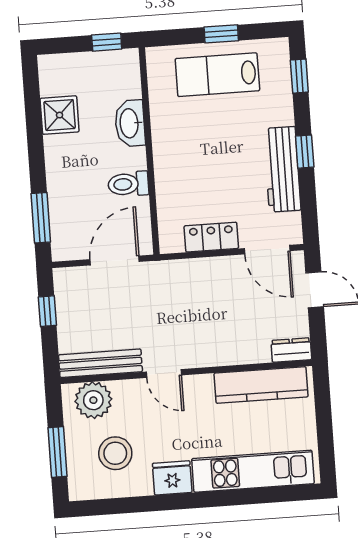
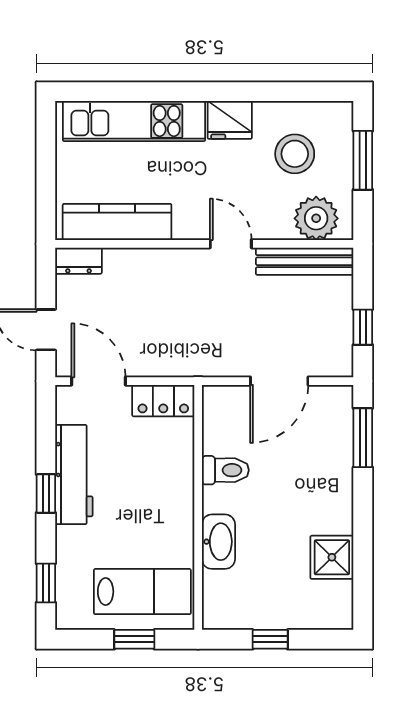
washbasin: (130, 123) -> (218, 542), moved
wall: (149, 151) -> (198, 507), moved
toilet: (128, 184) -> (225, 470), moved

